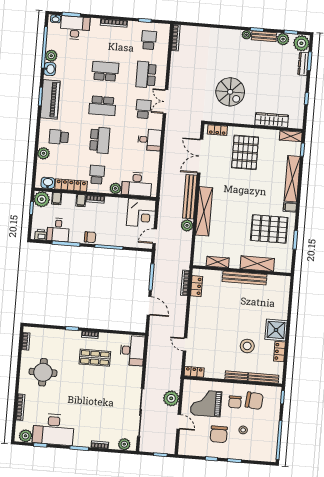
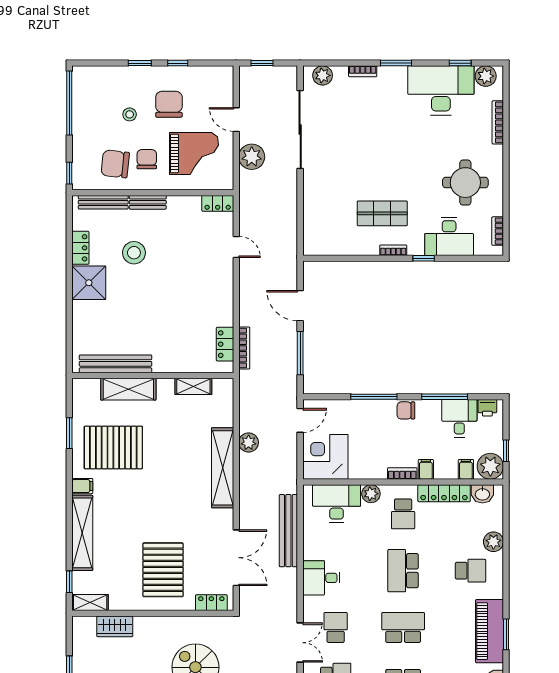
school desk: (143, 109) -> (336, 628), turned 180
wardrobe: (272, 120) -> (115, 626), width x0.67
bench: (190, 197) -> (288, 531), moved
bench: (244, 278) -> (115, 364), moved
desk: (132, 351) -> (449, 237), moved, turned -90

